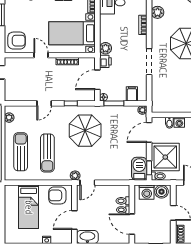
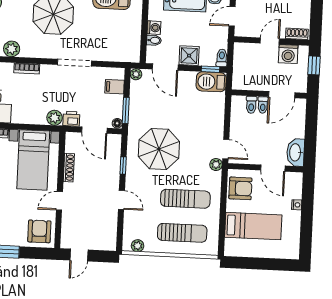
sun lounger: (21, 152) -> (182, 233), turned 180
shower: (165, 157) -> (189, 56), width x0.54, depth x0.54
washing machine: (147, 192) -> (288, 54), moved, turned 90
boiler: (162, 192) -> (242, 55), removed
armchair: (57, 195) -> (240, 188), turned -90

